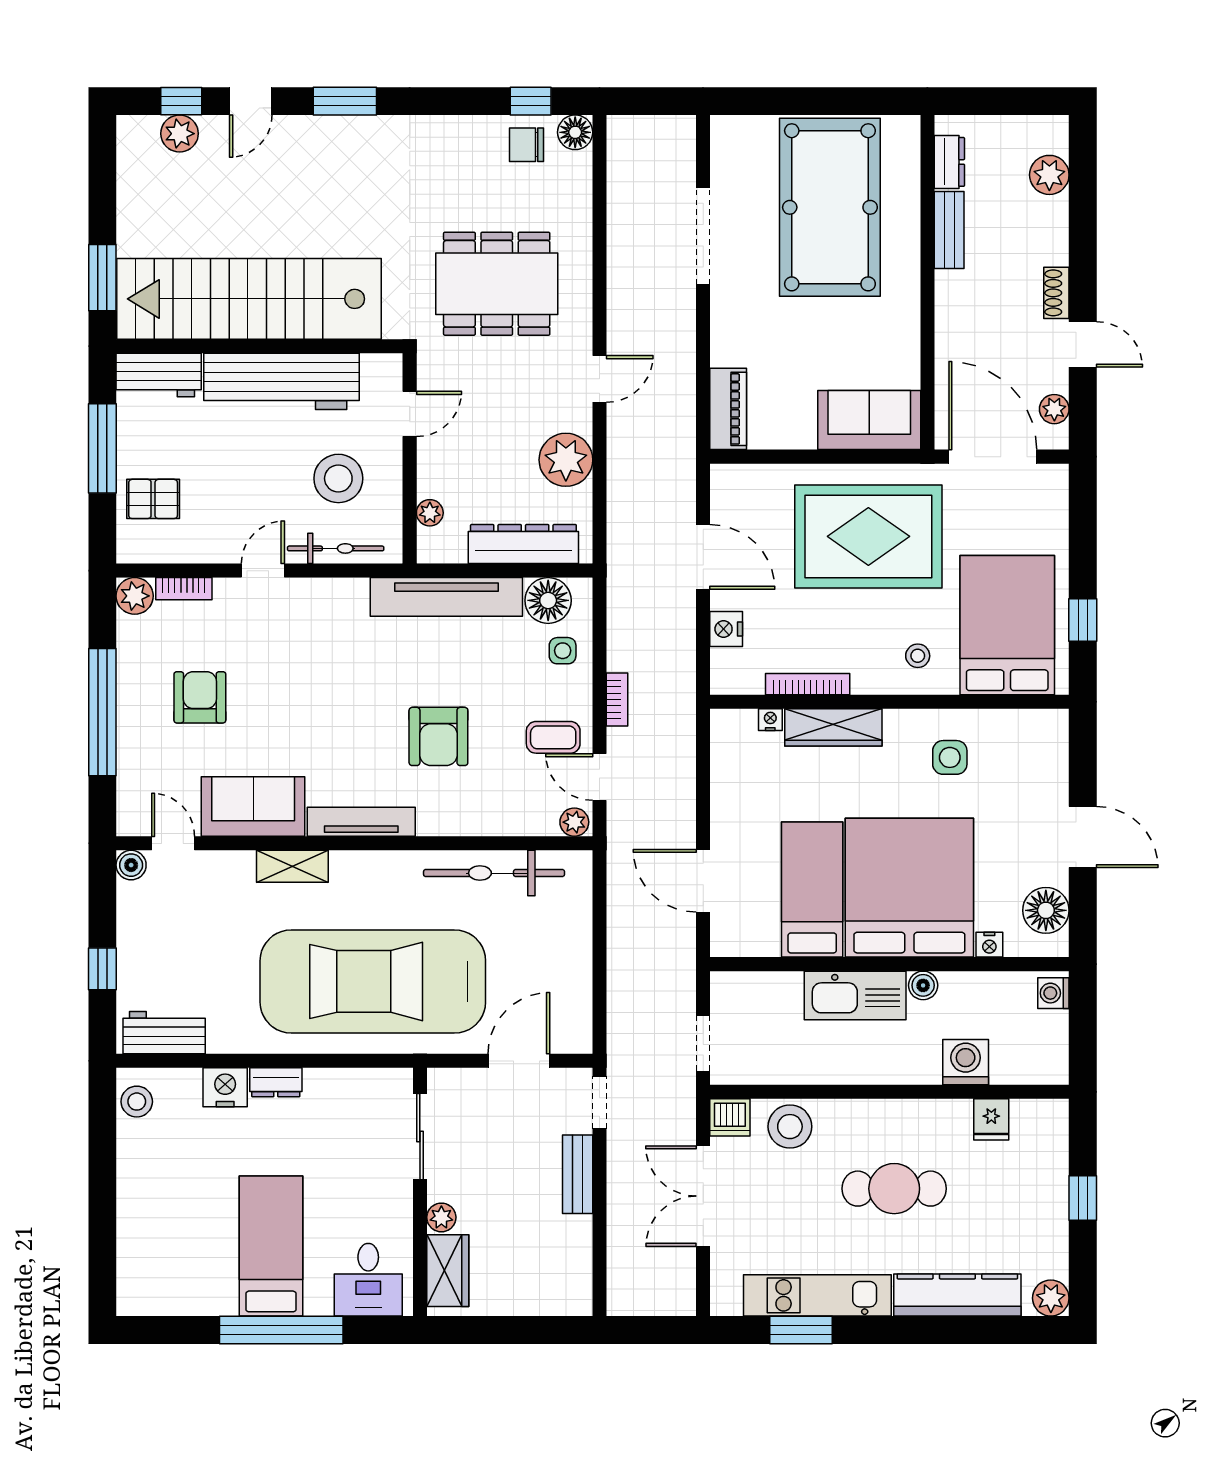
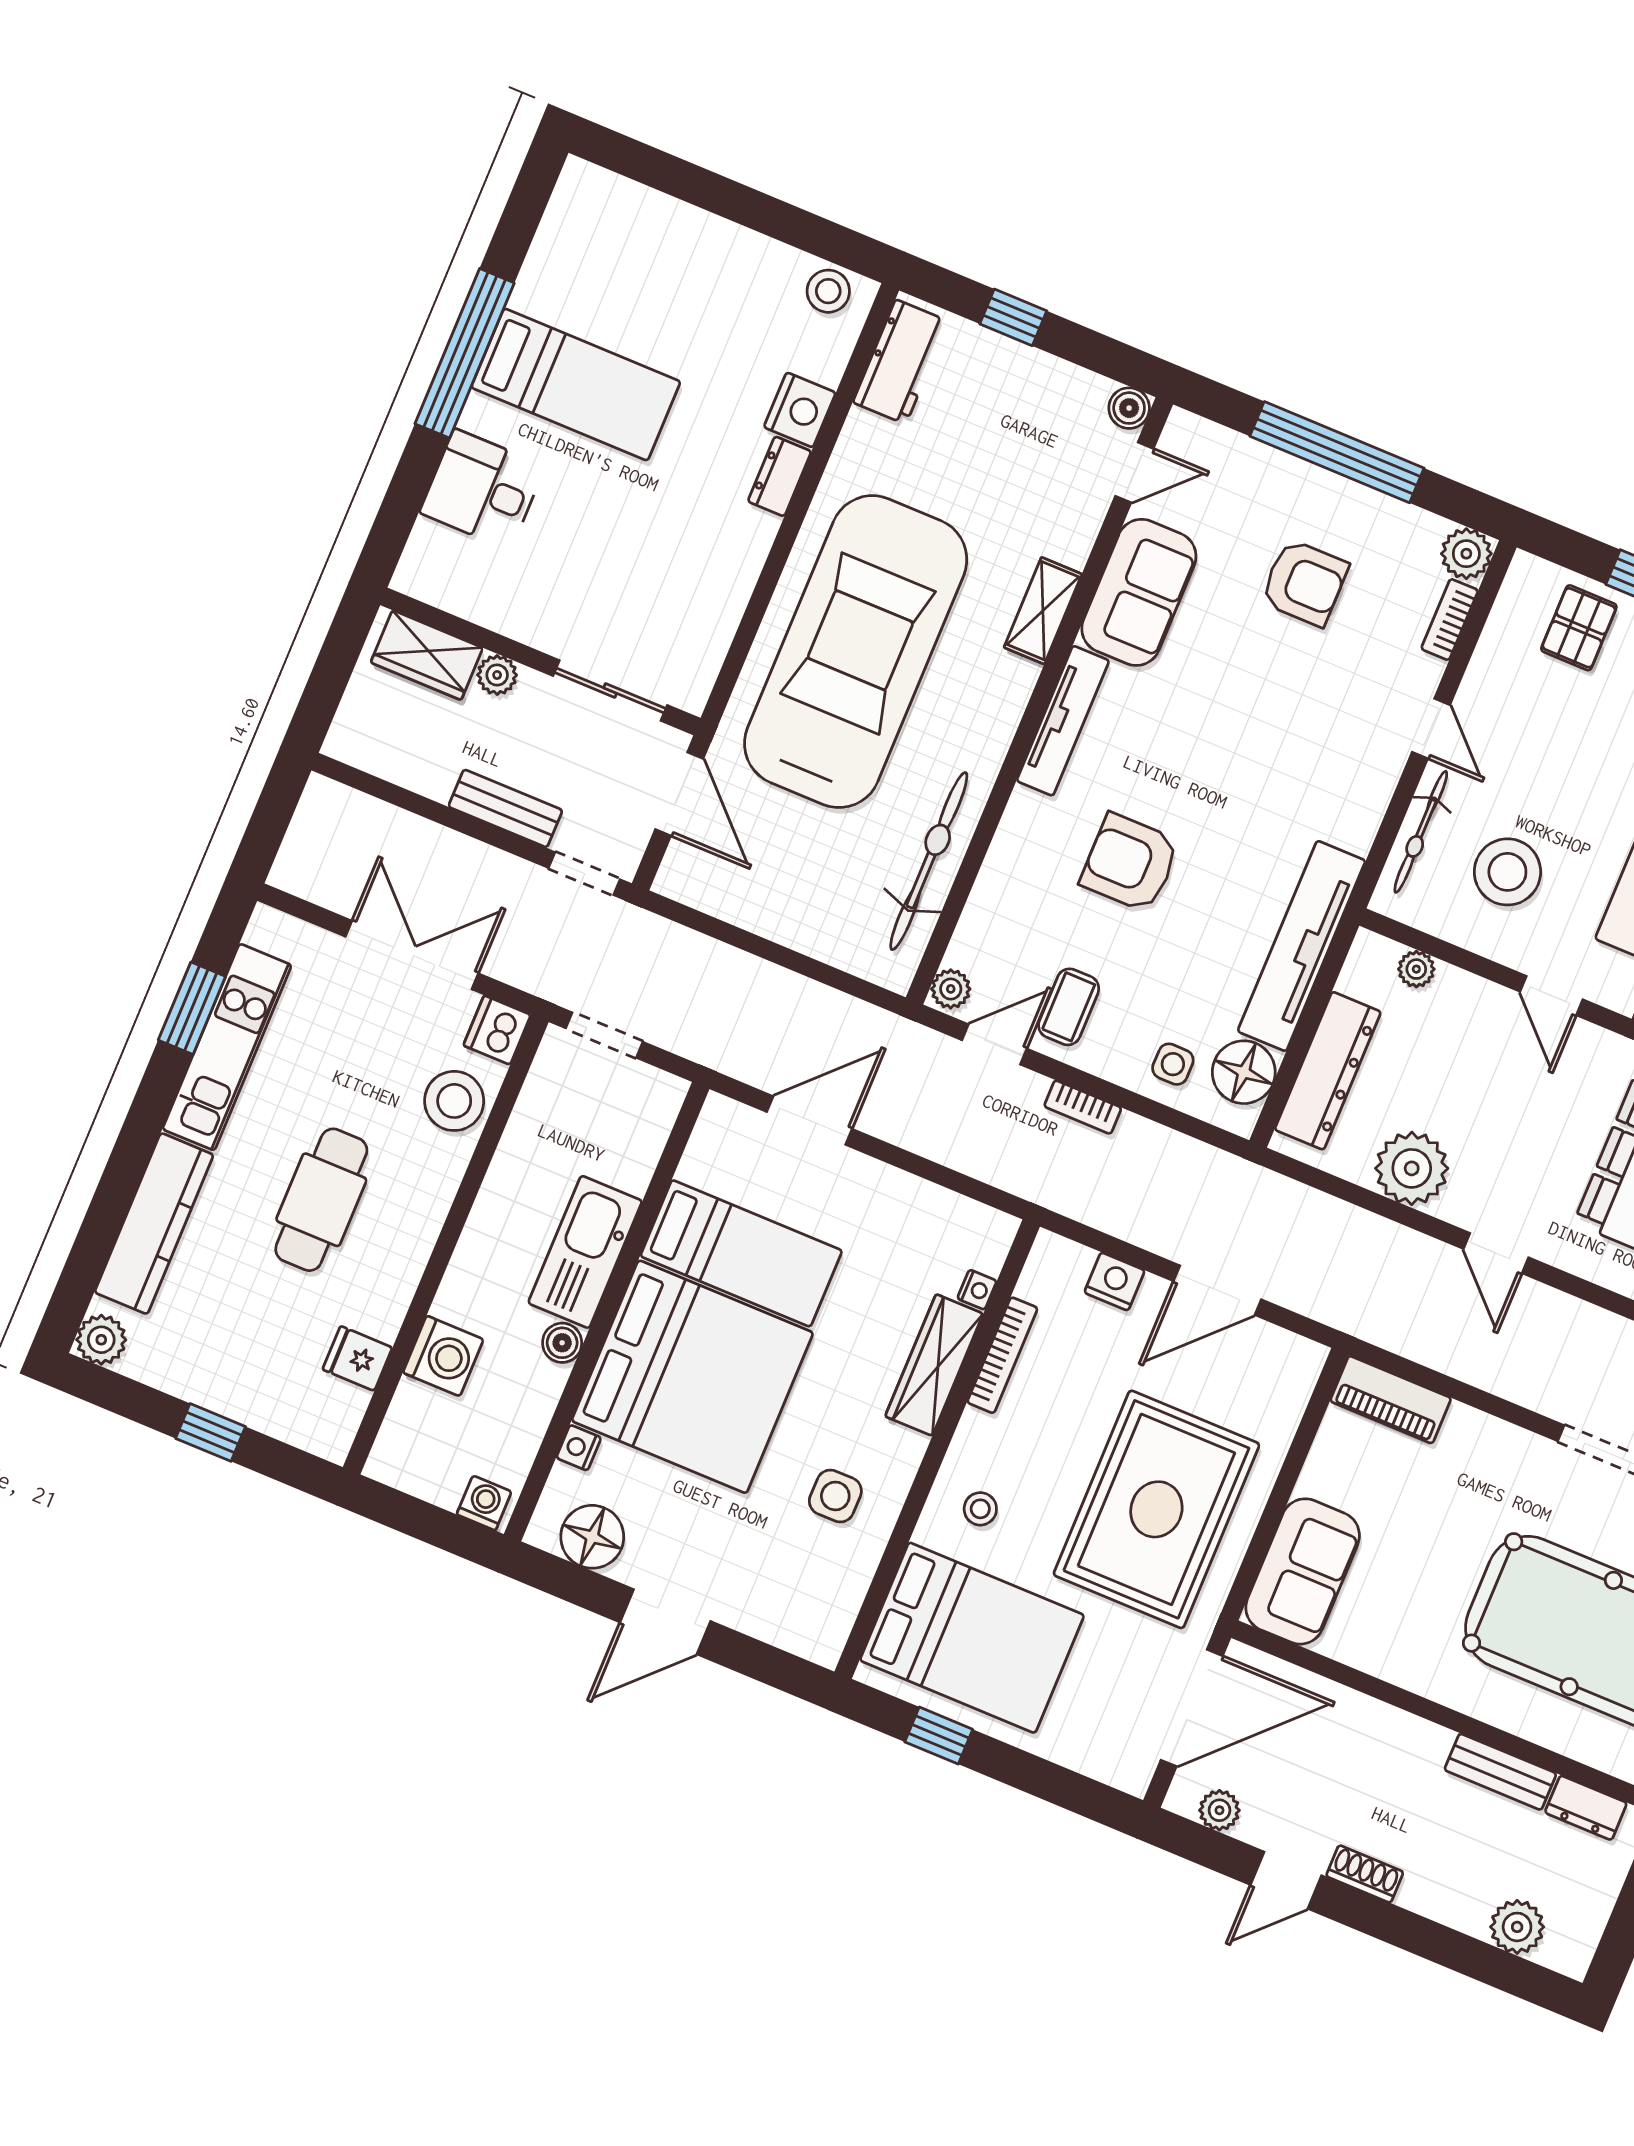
sliding door: (420, 1137) -> (610, 690), moved
wall: (420, 1192) -> (540, 661), moved
plant: (441, 1217) -> (497, 675), moved
wardrobe: (448, 1271) -> (427, 655), moved

